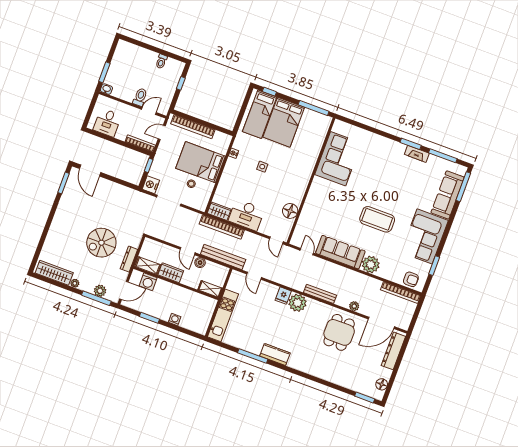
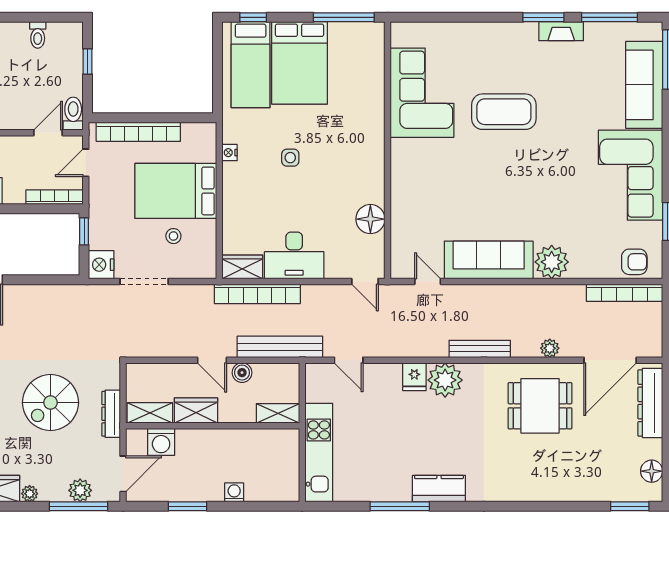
toilet: (140, 97) -> (73, 114), moved
coffee table: (377, 219) -> (504, 112), moved
dining table: (339, 332) -> (540, 406), turned 90

